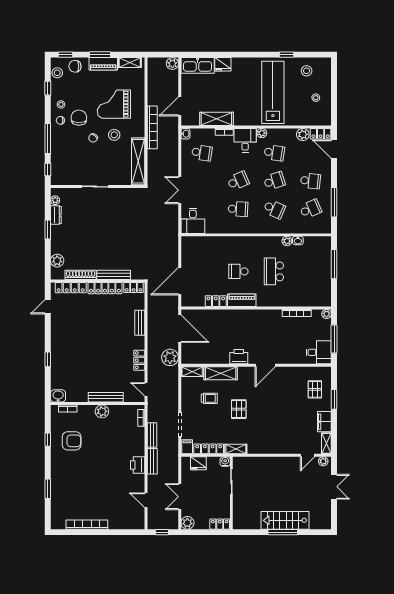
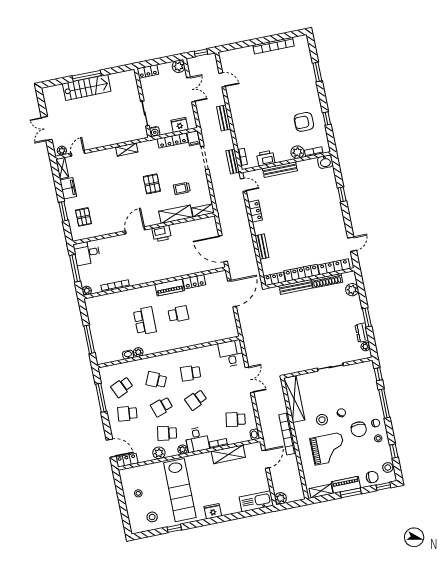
fridge: (223, 64) -> (213, 511), moved
plant: (303, 134) -> (159, 453), moved
plant: (170, 357) -> (227, 220), removed
plant: (102, 411) -> (297, 152), moved
bench: (152, 435) -> (233, 161), moved
shelving: (236, 449) -> (127, 150), moved
printer: (138, 465) -> (266, 158), moved, turned -90

